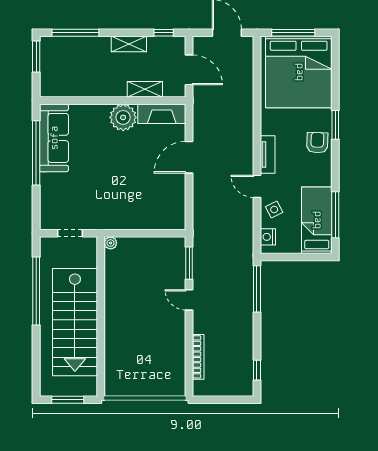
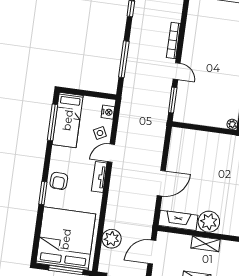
door: (189, 70) -> (152, 252), hinge flipped
plant: (242, 79) -> (112, 239), added
shelving: (145, 89) -> (206, 244), moved
door: (257, 186) -> (111, 153), swing flipped
window: (257, 289) -> (124, 59), moved
bookcase: (198, 357) -> (173, 41), moved

